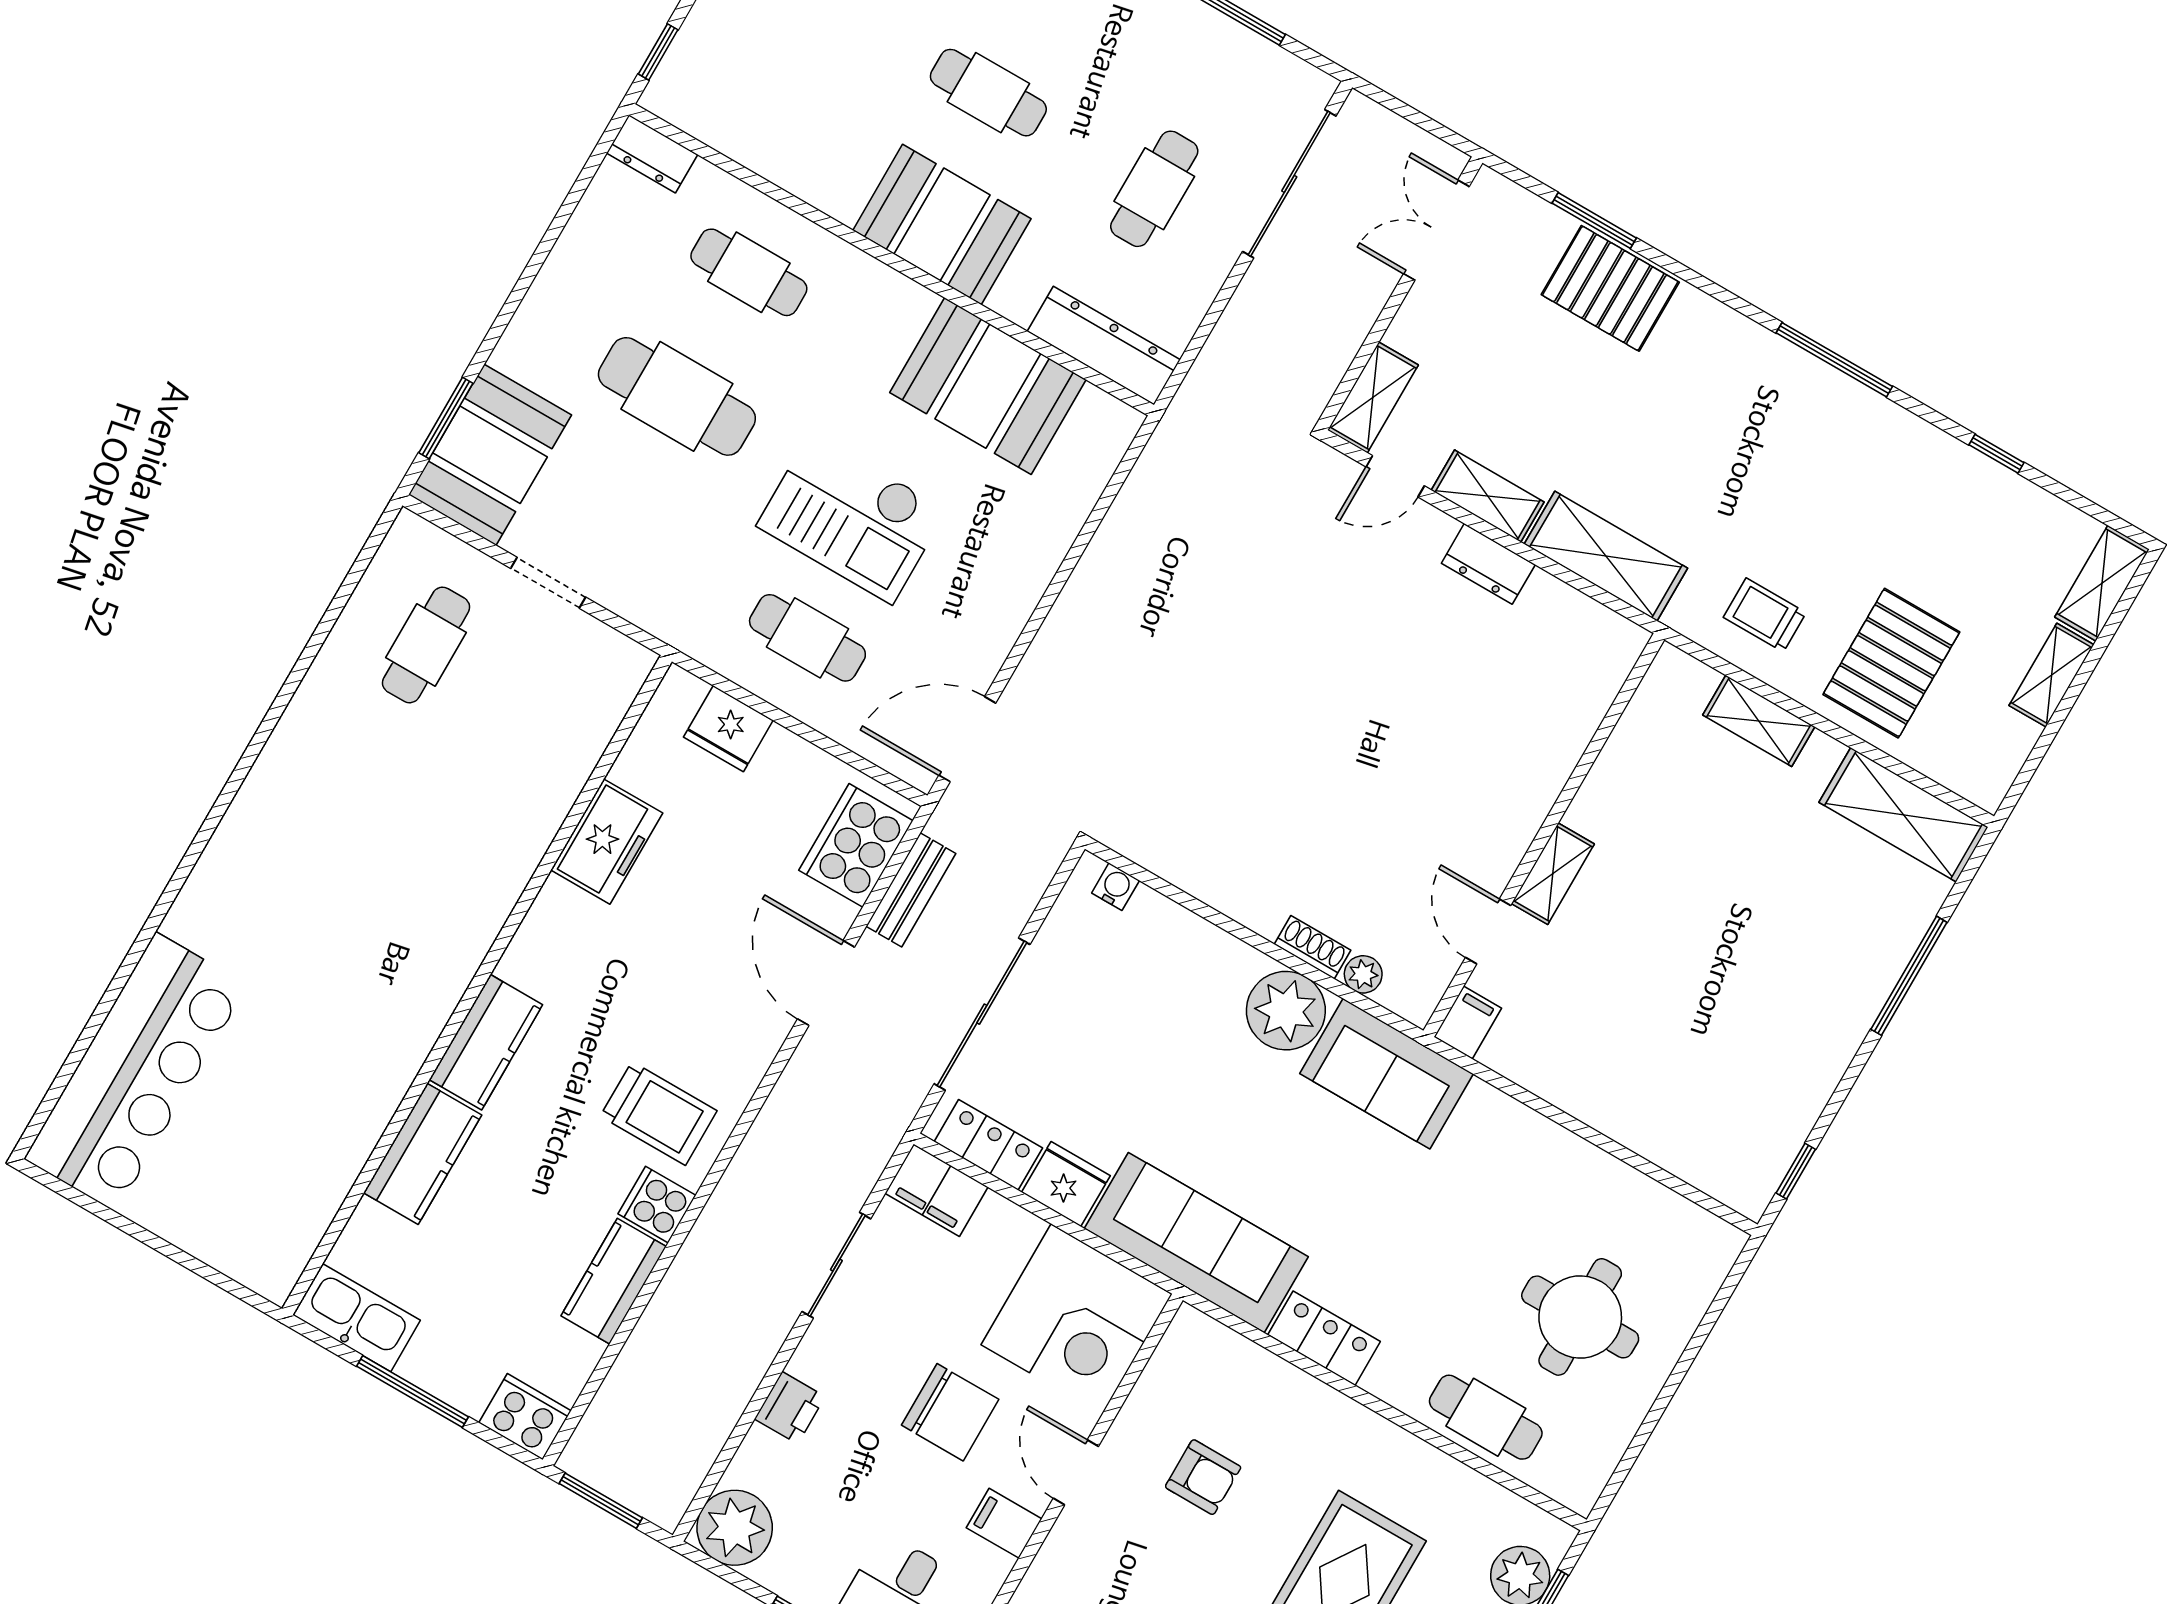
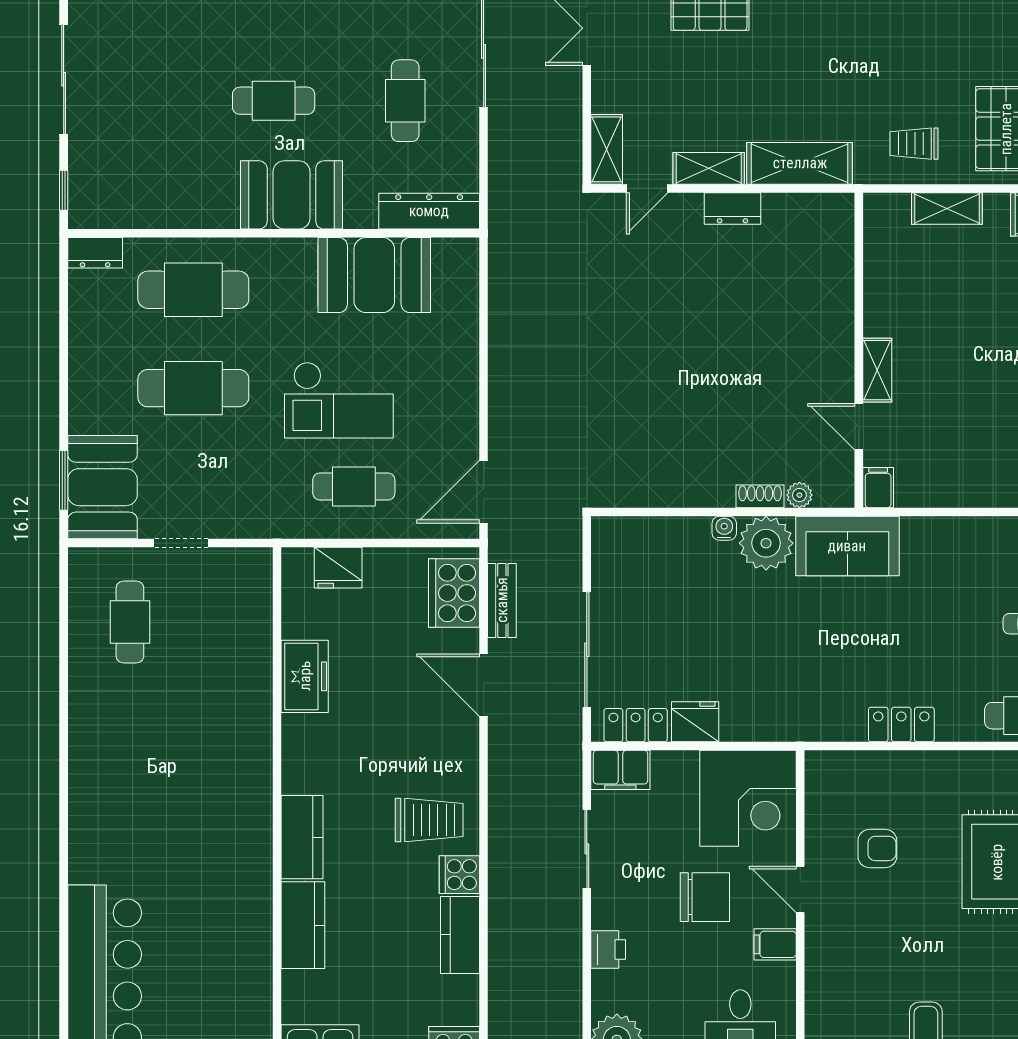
cafe table: (749, 272) -> (193, 290), width x1.37, depth x1.35
water cooler: (1116, 887) -> (724, 528), moved
sofa: (1196, 1243) -> (793, 712), removed

